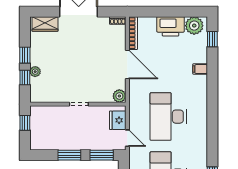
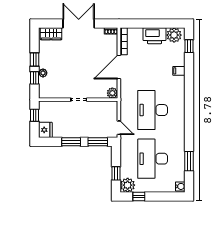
door: (127, 64) -> (119, 67), swing flipped
fridge: (118, 120) -> (45, 130), moved, turned 180

